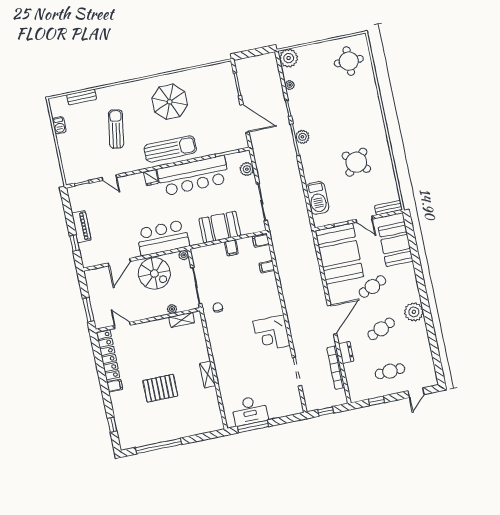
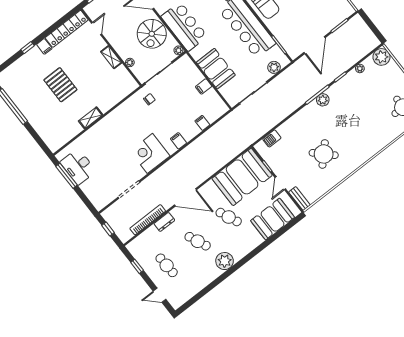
barbecue: (317, 198) -> (272, 138), width x0.53, depth x0.65
filing cabinet: (261, 241) -> (178, 141), moved
shelving: (182, 320) -> (111, 57), moved
window: (112, 425) -> (27, 48), moved

